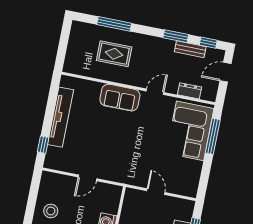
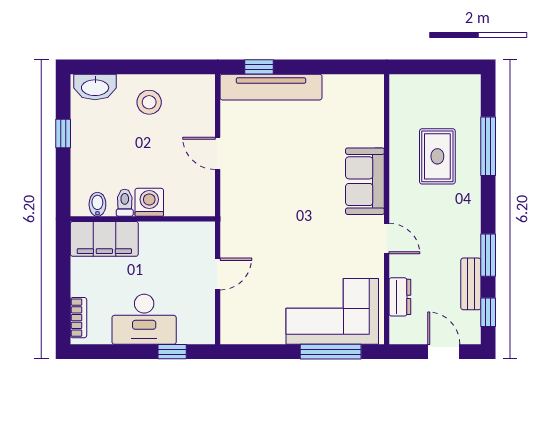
tv unit: (61, 117) -> (271, 87), moved

